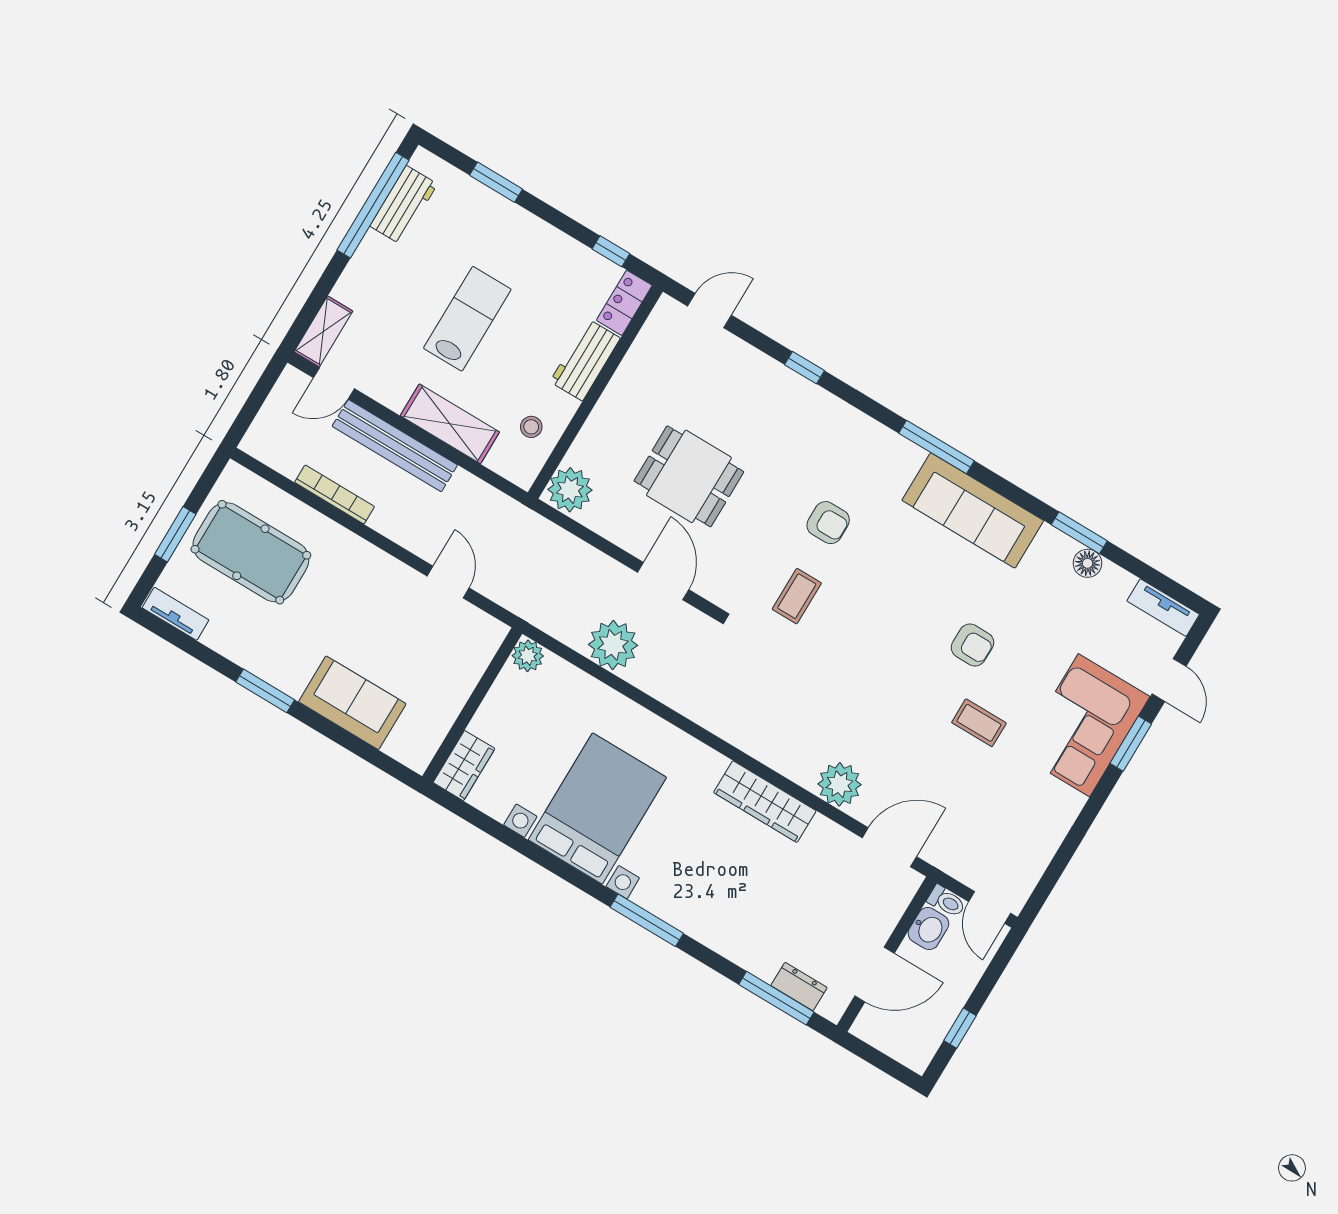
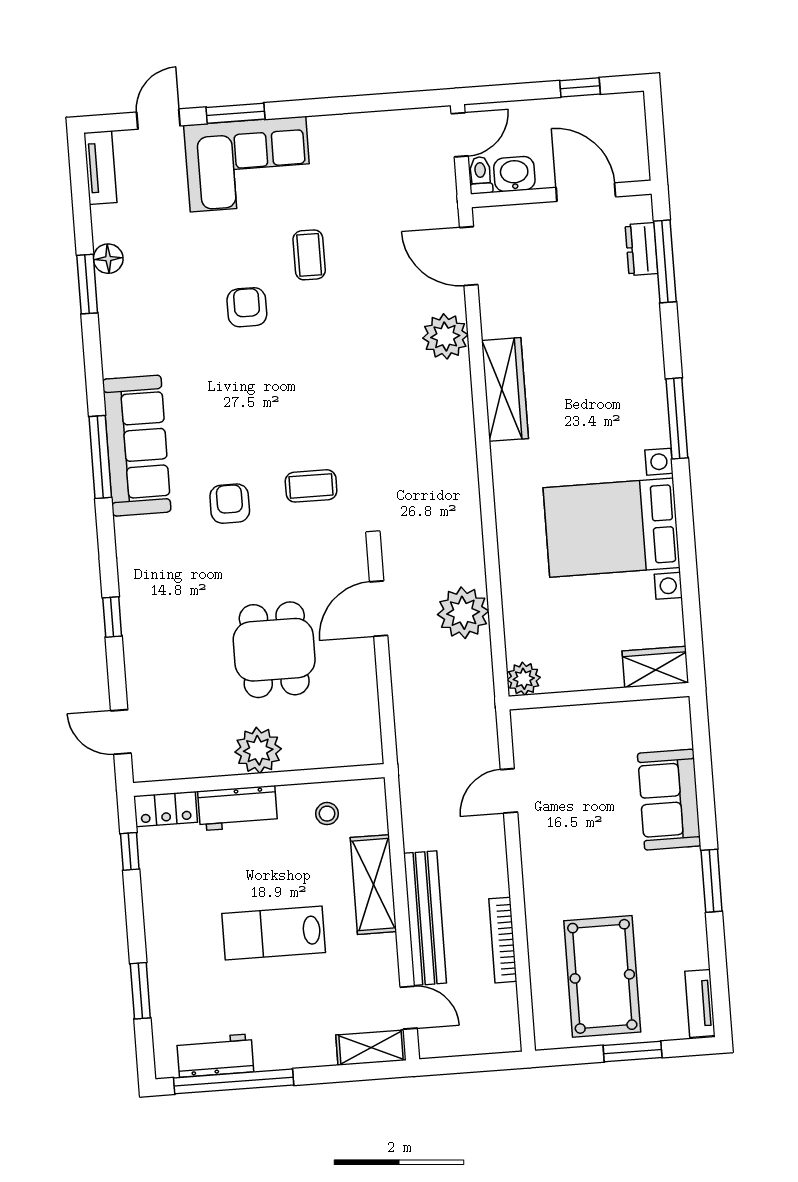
plant: (570, 490) -> (258, 750), moved
sofa: (973, 510) -> (137, 446), moved

